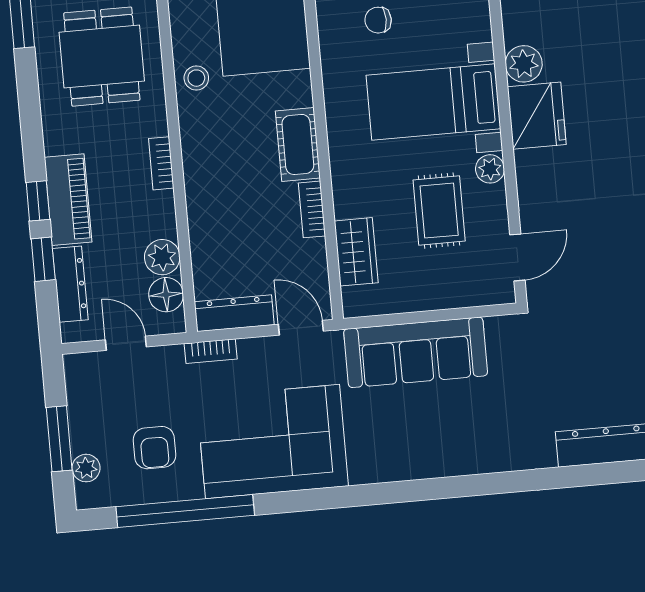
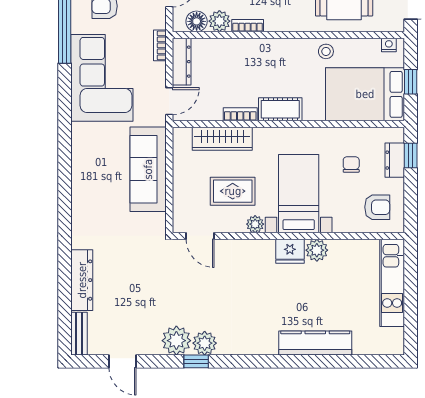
fridge: (537, 116) -> (290, 251), width x0.73, depth x0.75
bookcase: (161, 163) -> (248, 26), moved
wardrobe: (356, 252) -> (222, 139), width x1.50

